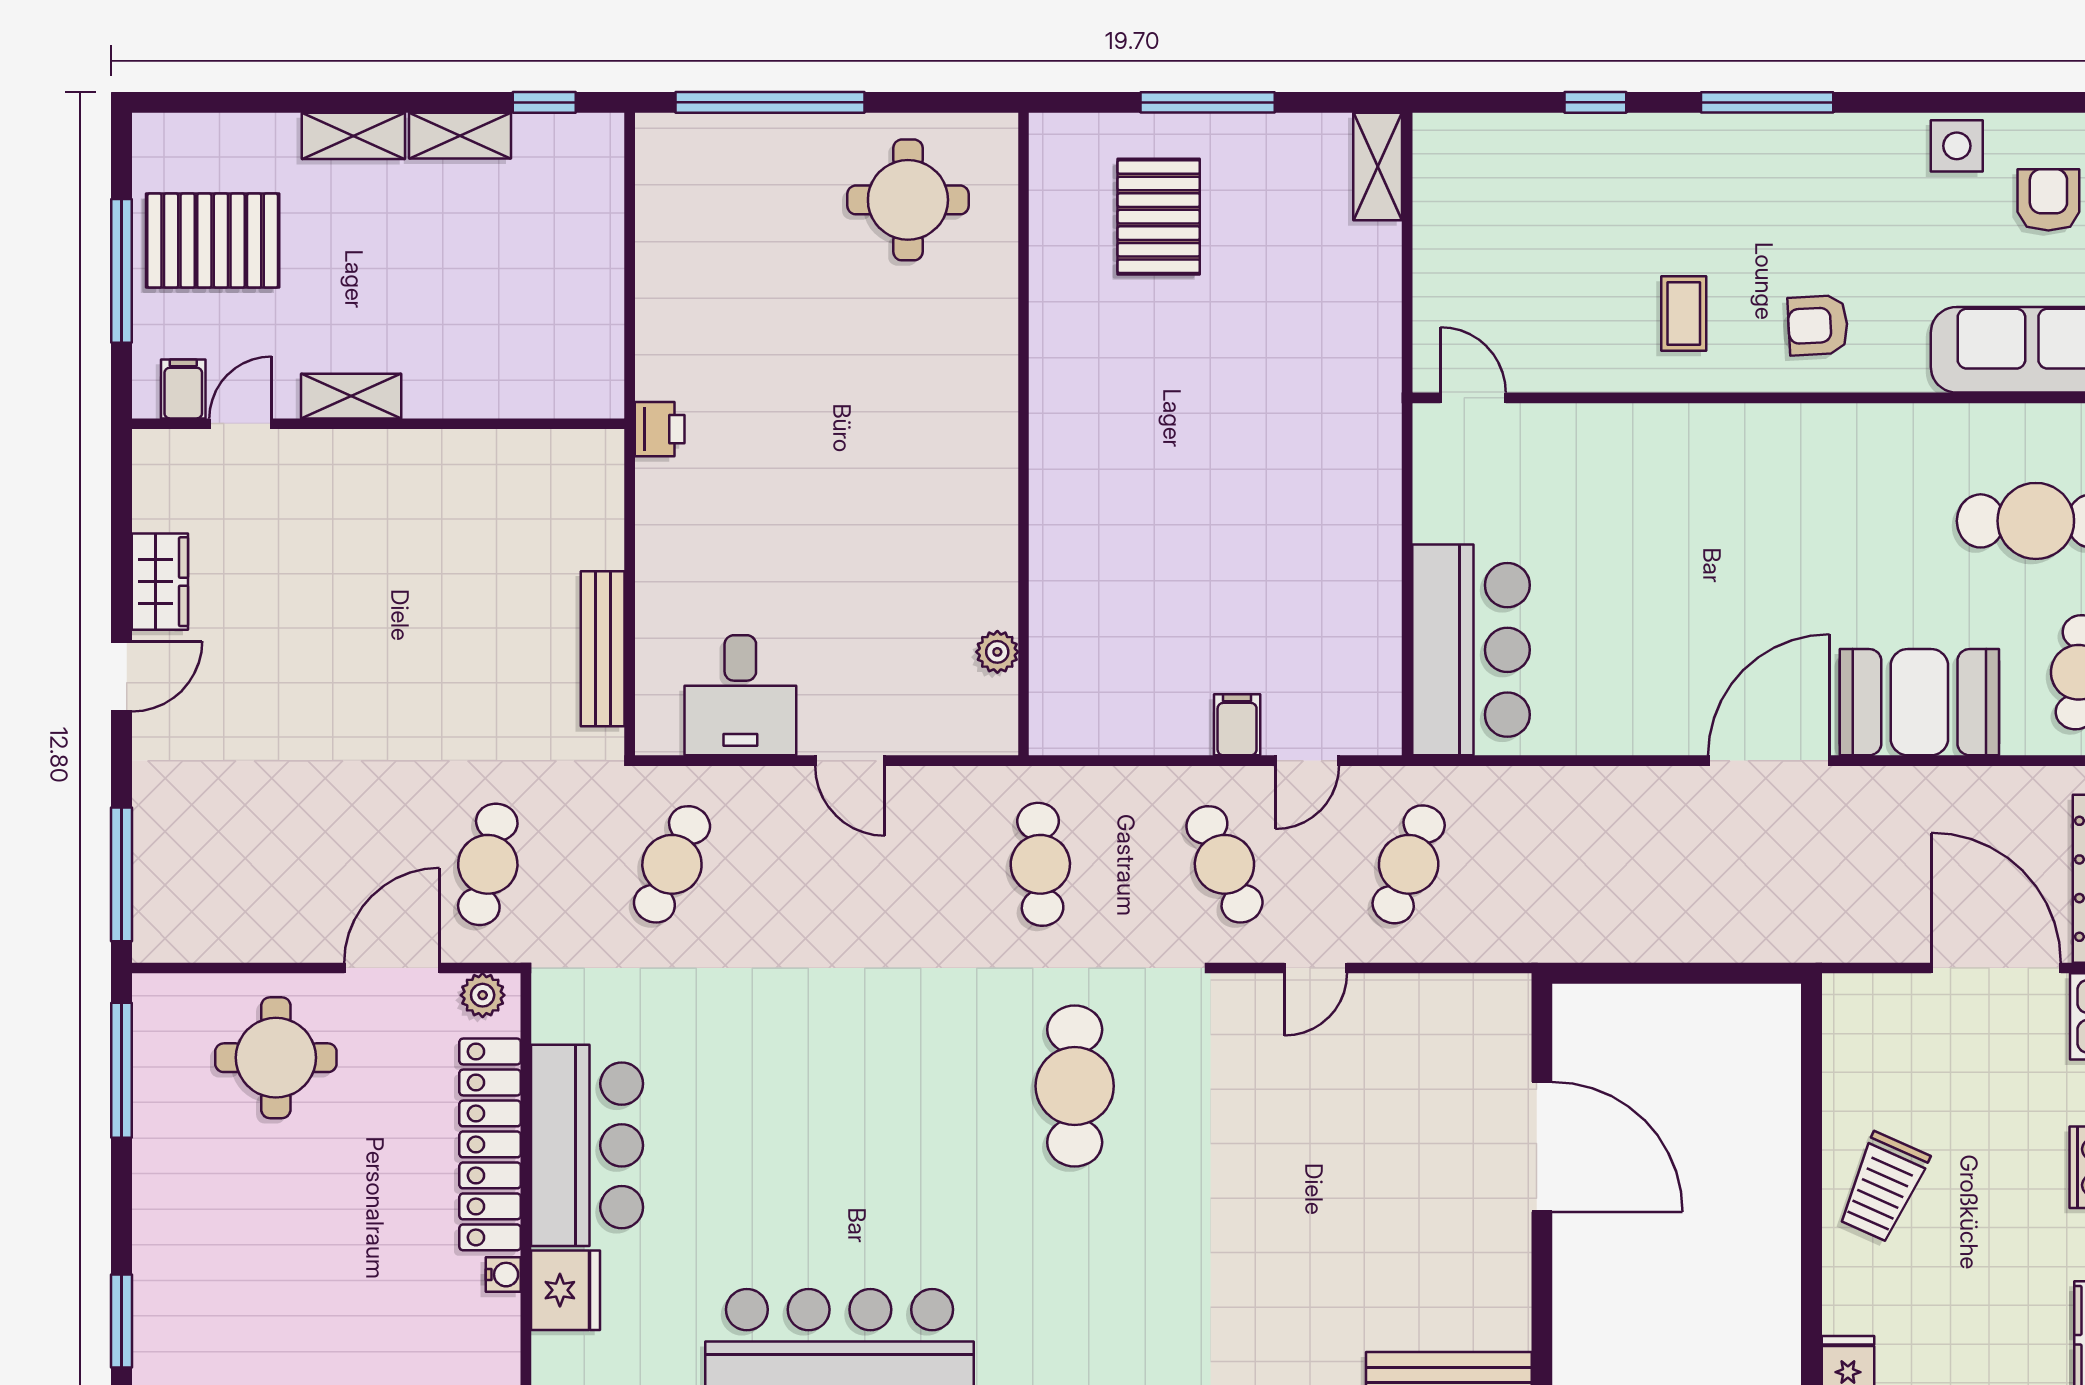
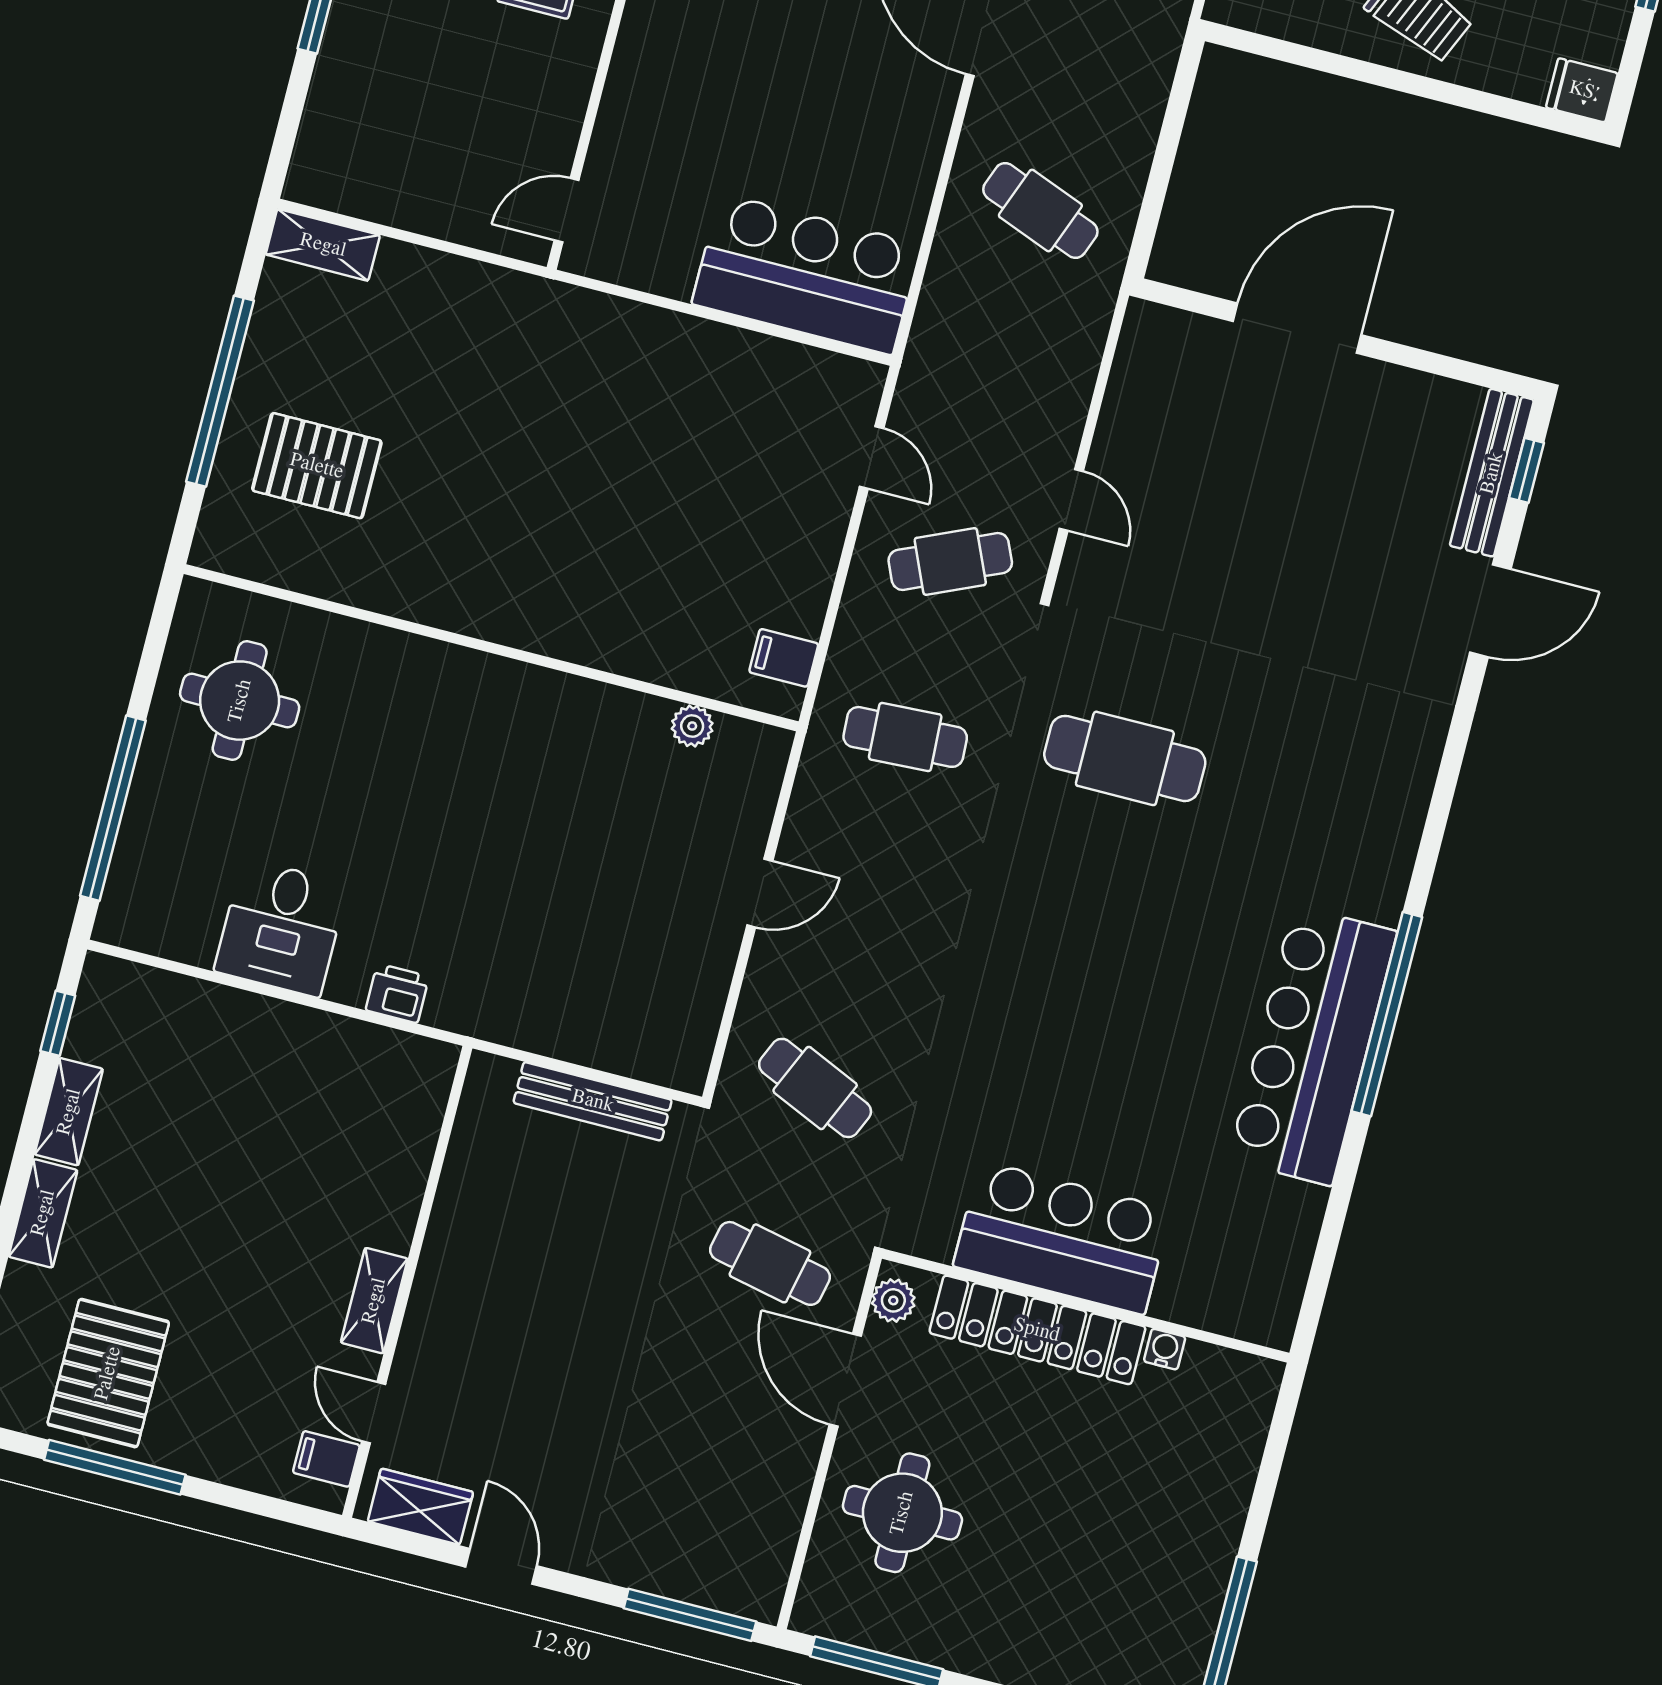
window: (1208, 102) -> (220, 391), width x1.46
filing cabinet: (183, 389) -> (326, 1459), moved
shelving: (351, 396) -> (374, 1301), moved
door: (241, 424) -> (374, 1413), moved
wall: (378, 424) -> (407, 1282), moved
desk: (740, 695) -> (281, 928), moved, turned 90
filing cabinet: (1237, 725) -> (784, 658), moved
cafe table: (1409, 864) -> (1040, 210), moved
fridge: (565, 1290) -> (1195, 1294), removed

